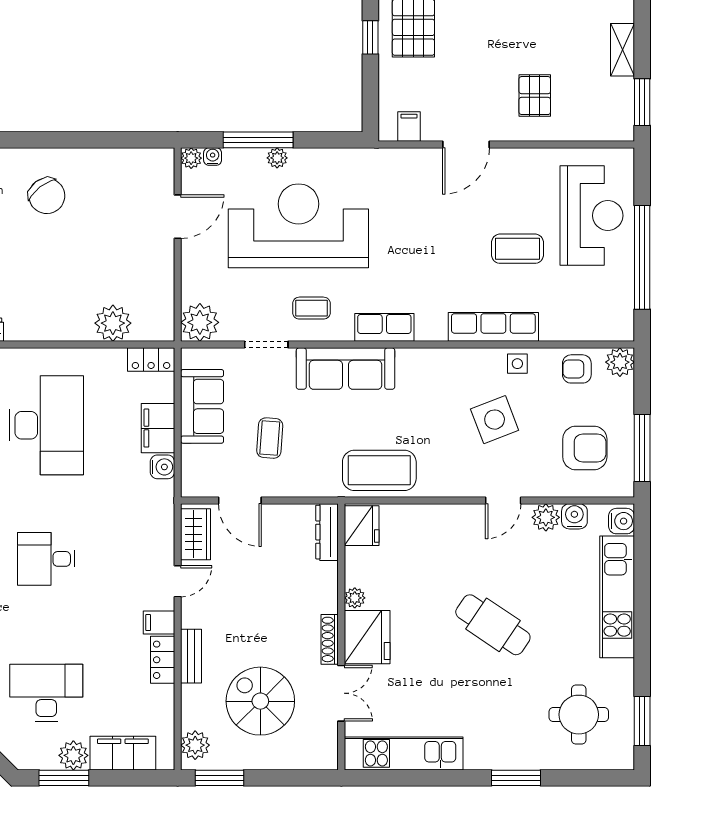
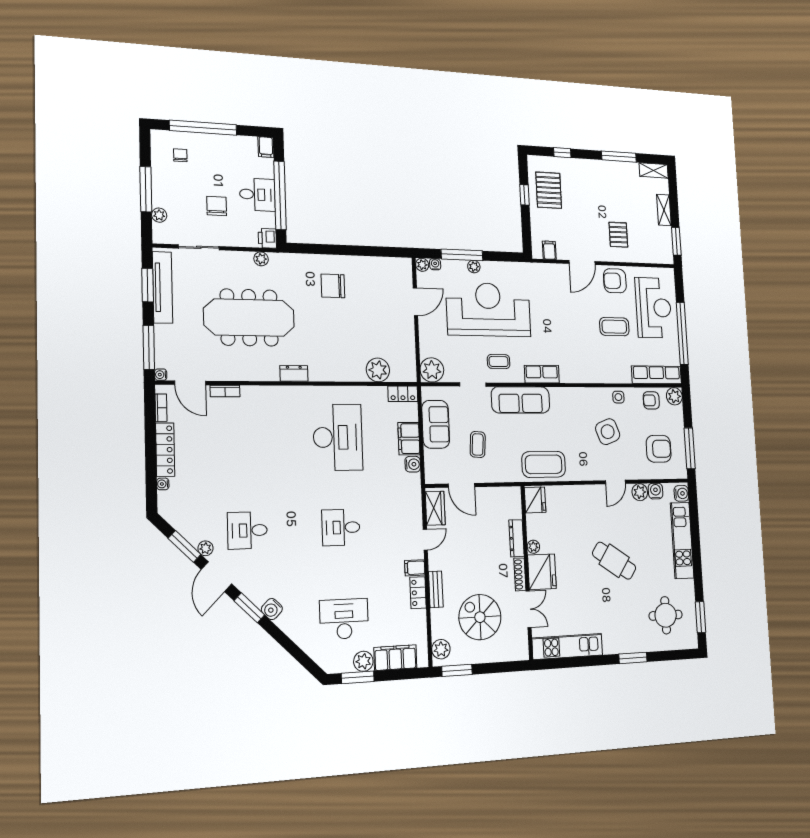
armchair: (523, 173) -> (615, 281), added
chair: (47, 196) -> (333, 286), turned 128
row of seats: (493, 327) -> (657, 375), moved
dresser: (327, 532) -> (517, 538), moved

